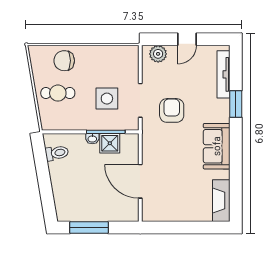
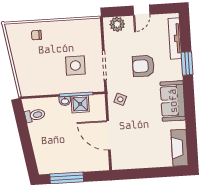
chair: (64, 61) -> (36, 35), width x0.54, depth x0.54
cafe table: (58, 93) -> (33, 63), removed
armchair: (172, 110) -> (143, 66), moved, turned -90
side table: (156, 141) -> (120, 99), added

